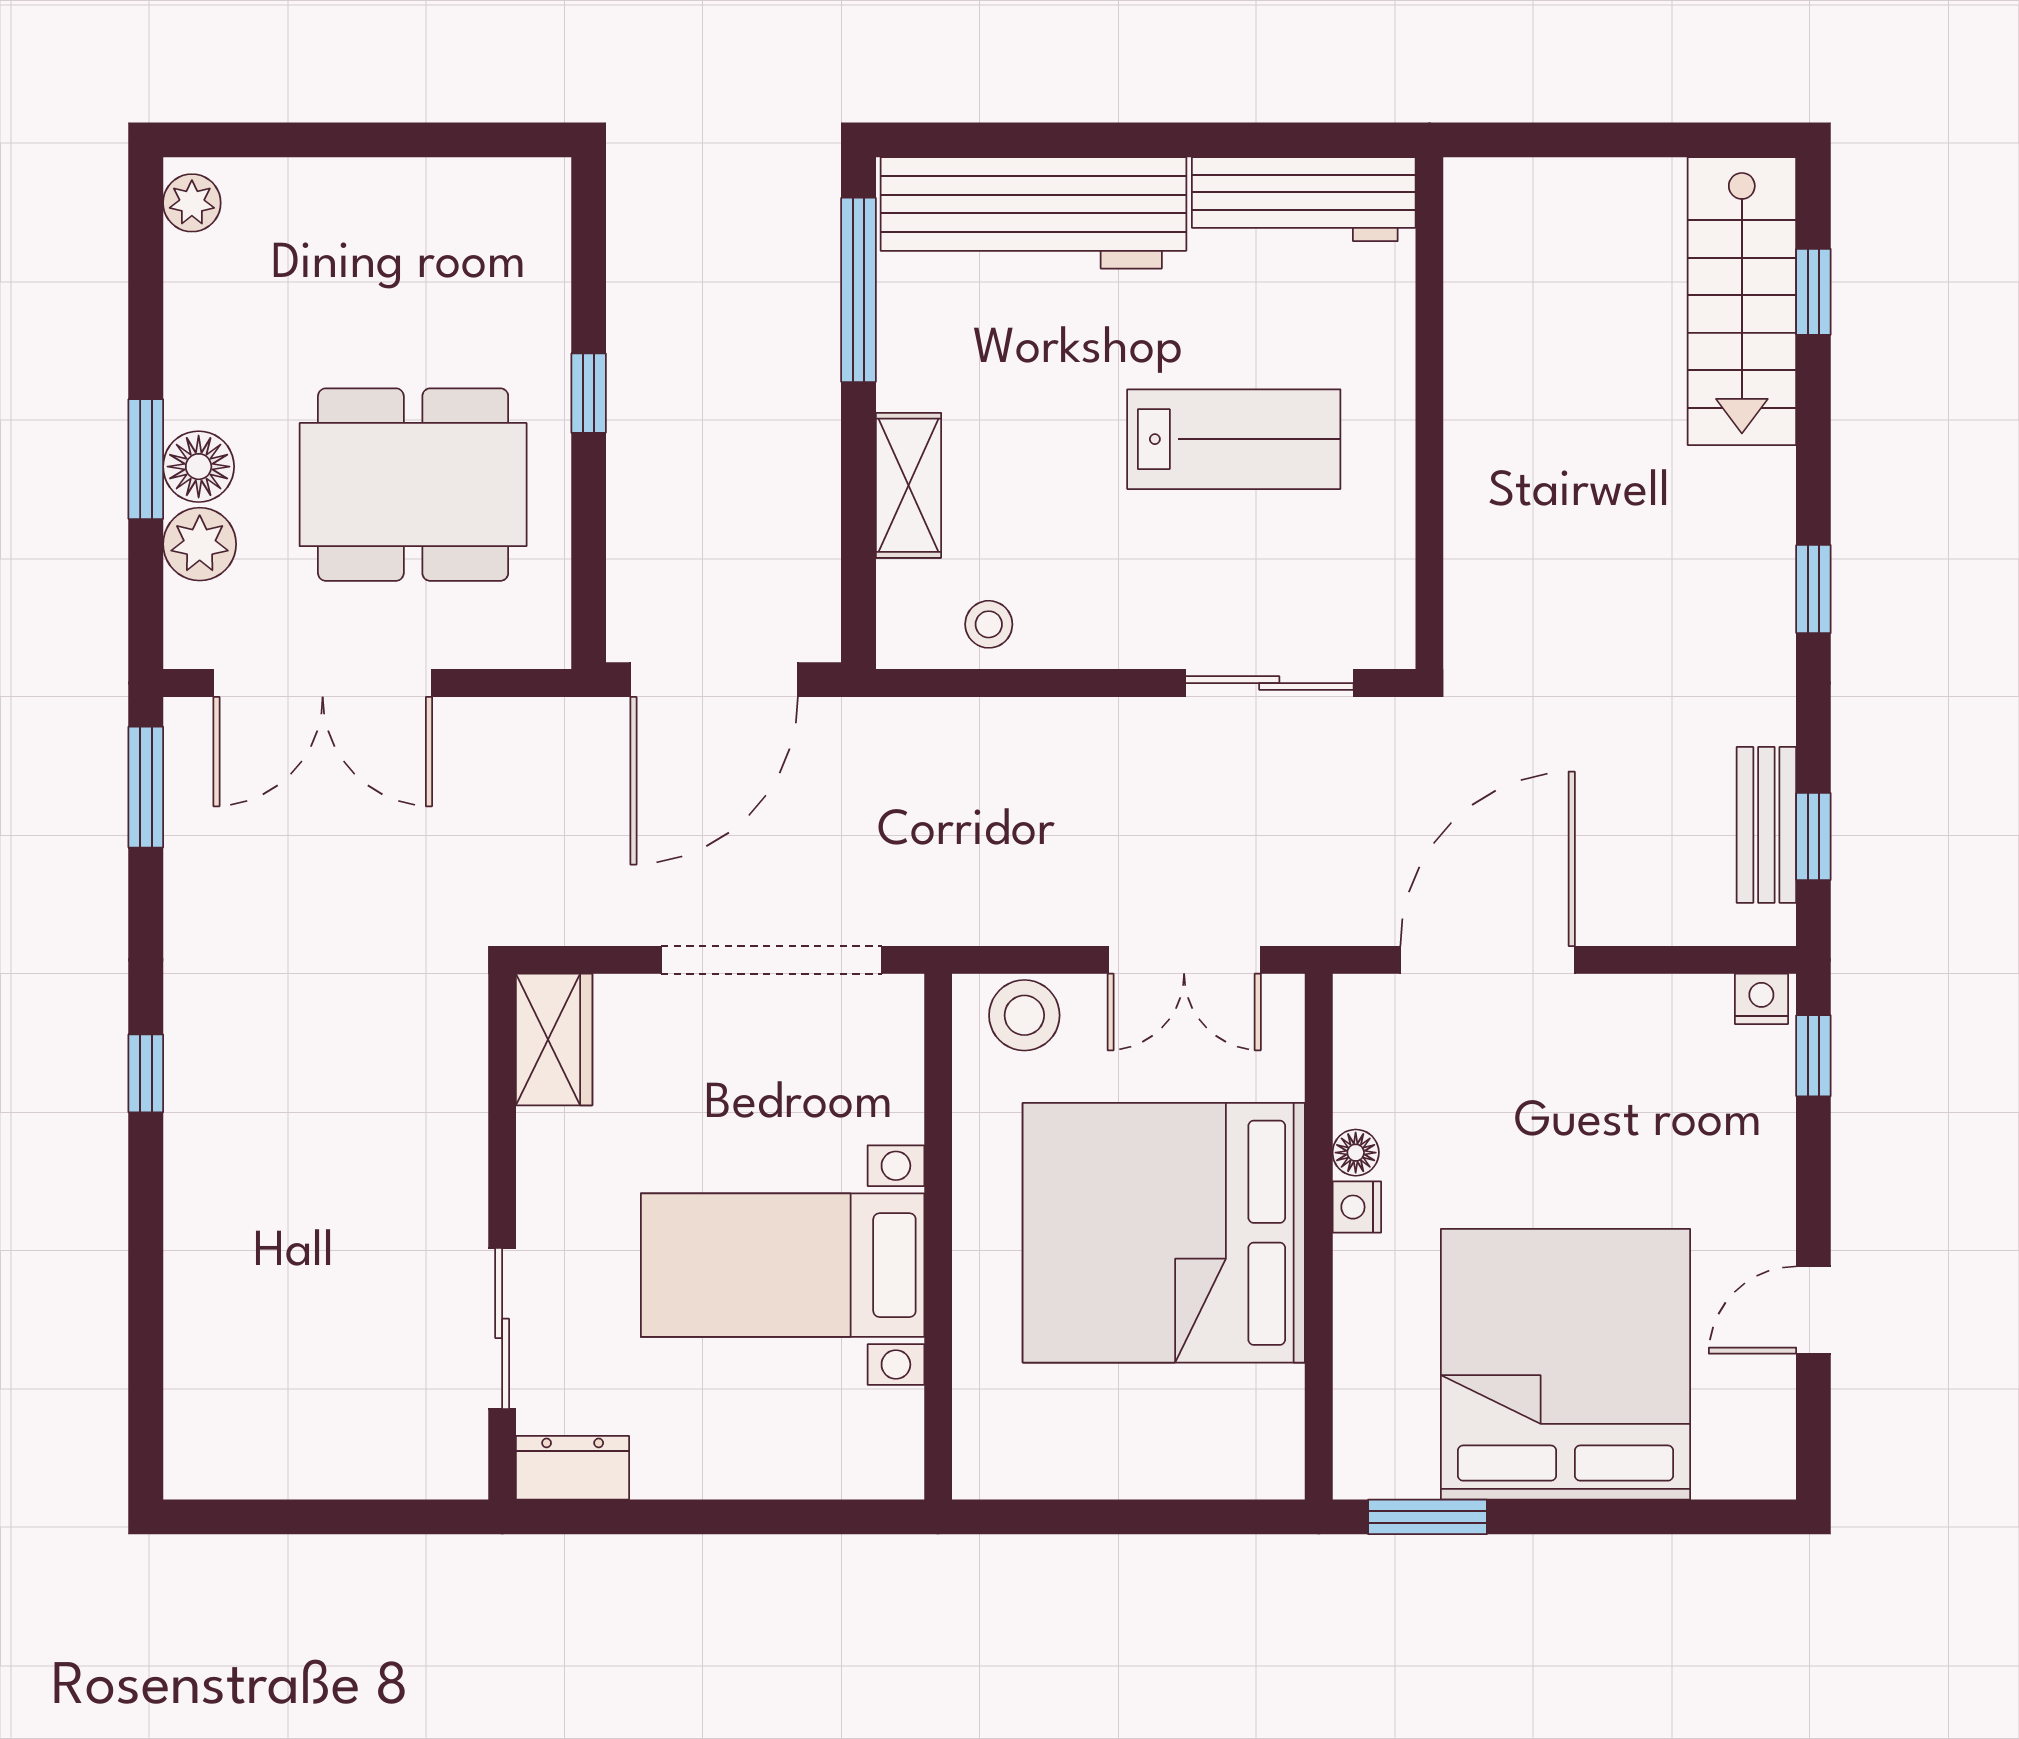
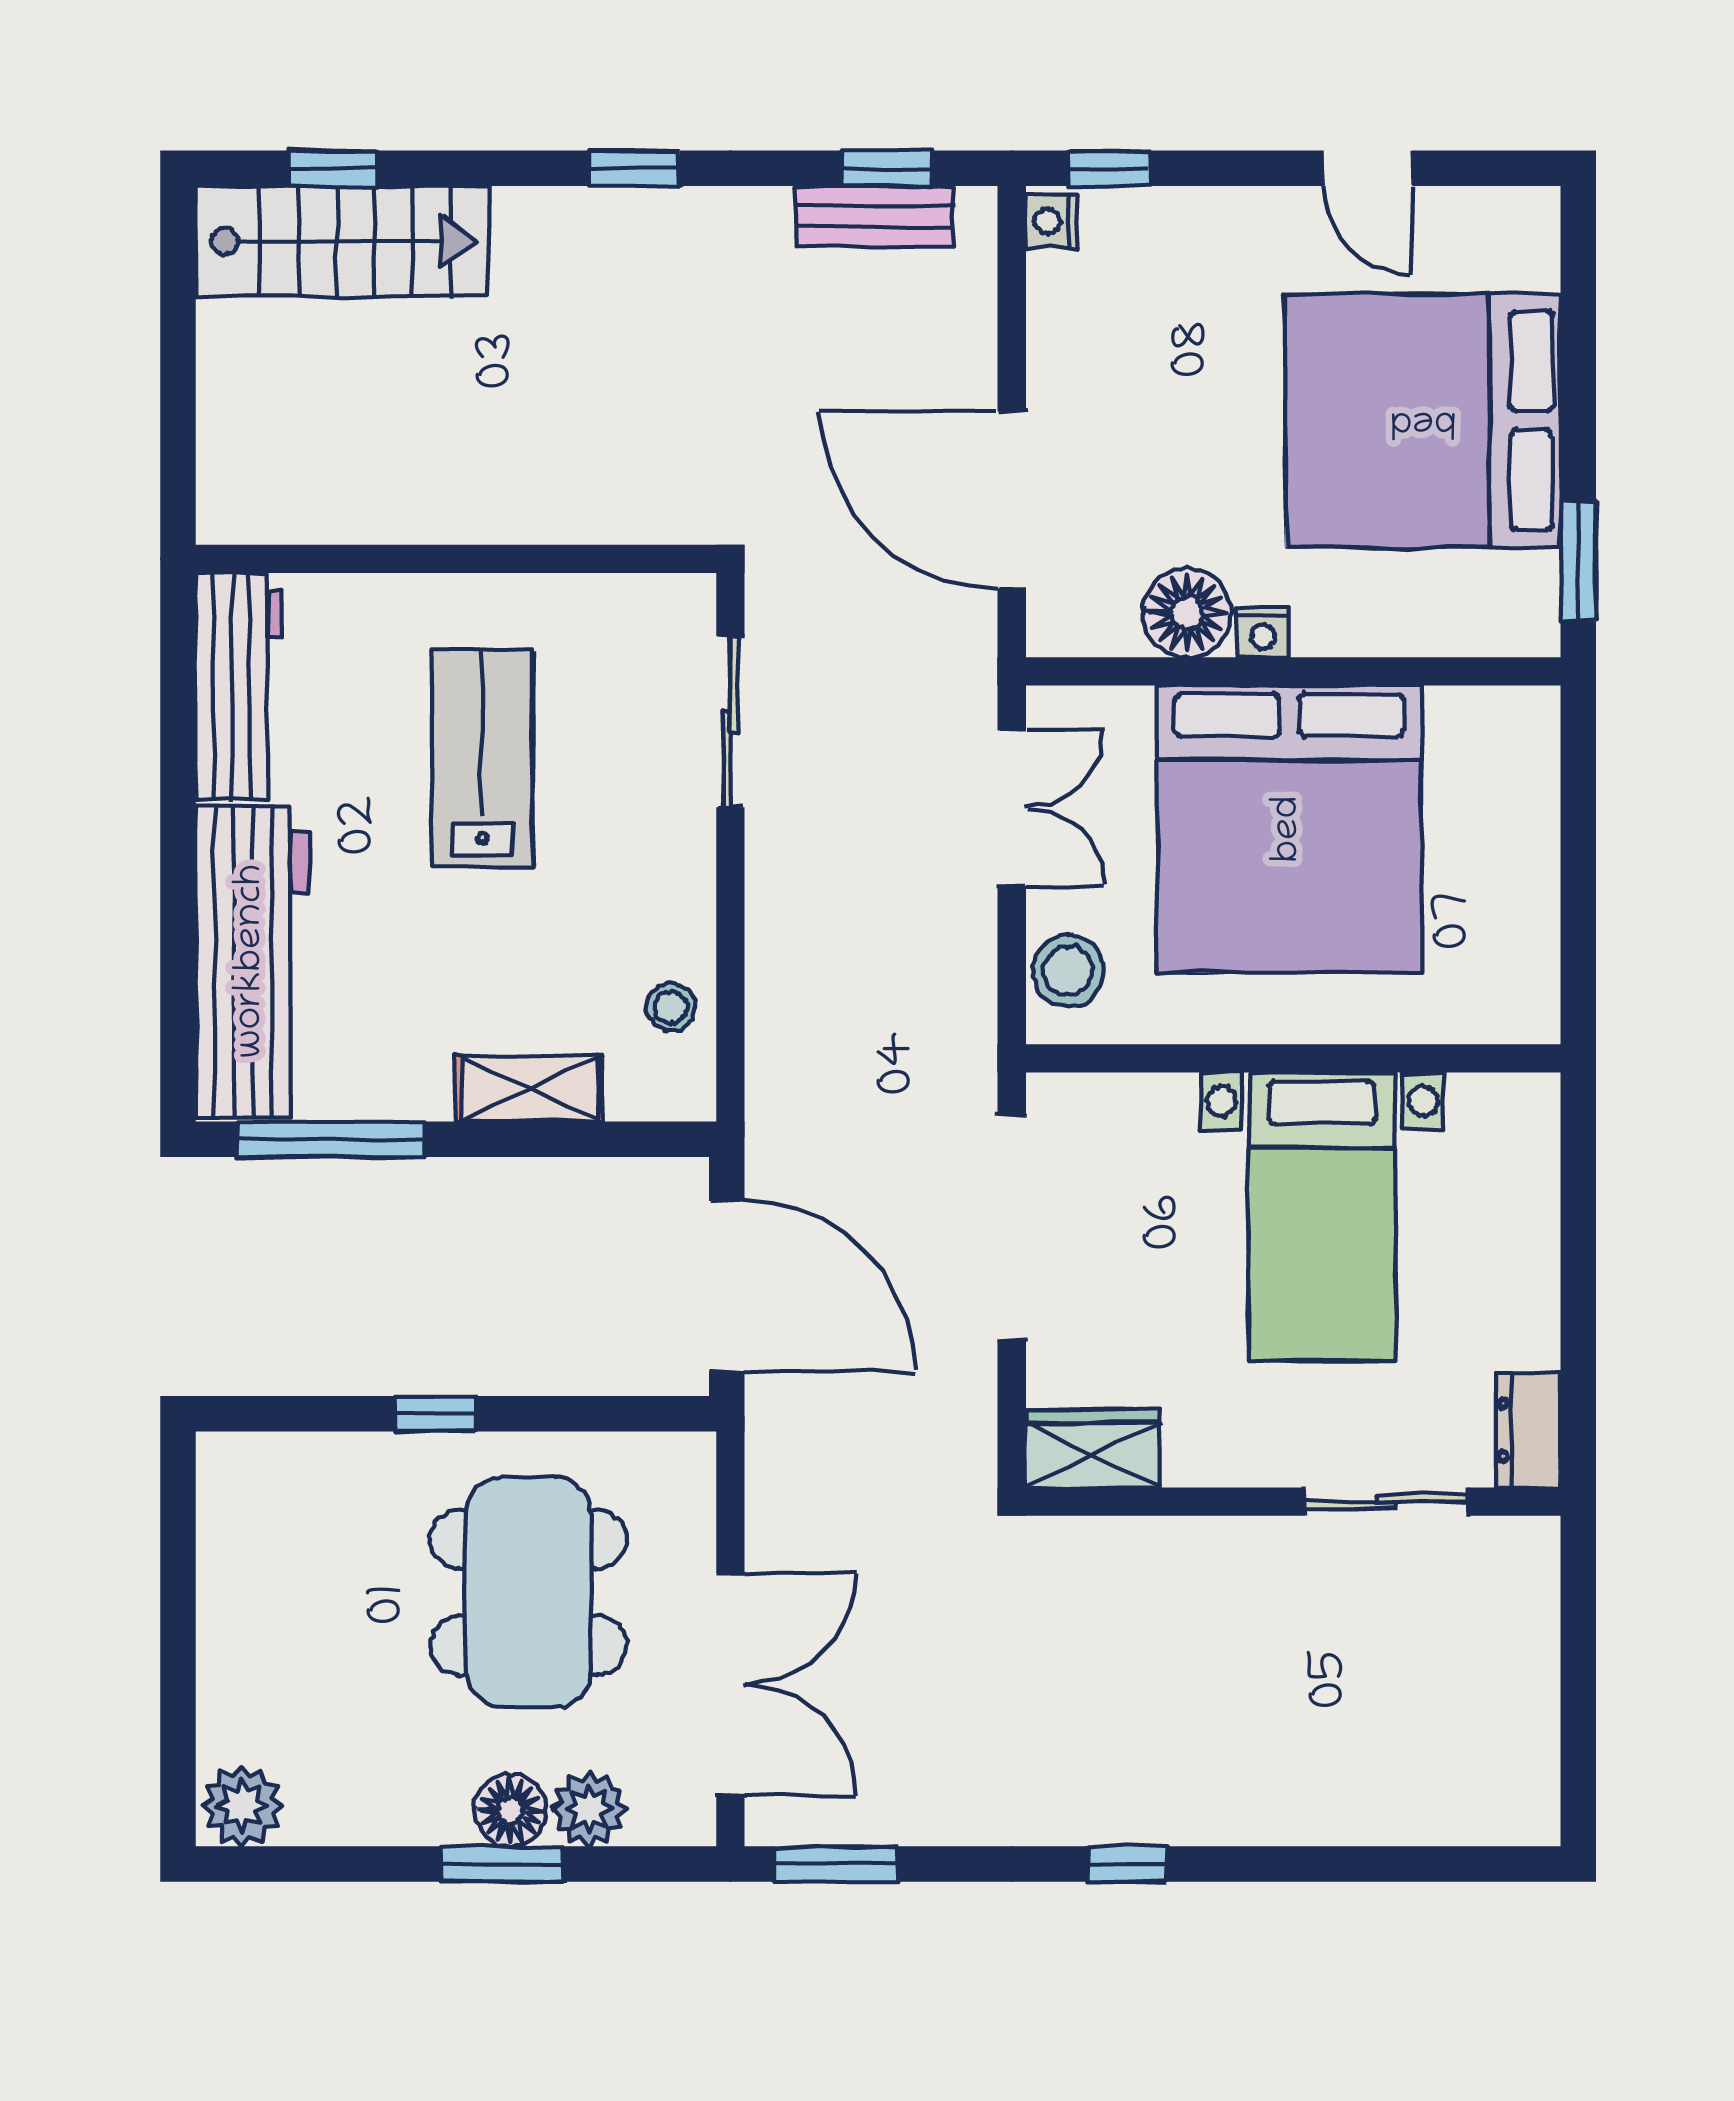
plant: (192, 203) -> (242, 1806), width x1.38, depth x1.38
floor lamp: (1356, 1153) -> (1187, 613), width x1.89, depth x1.89

